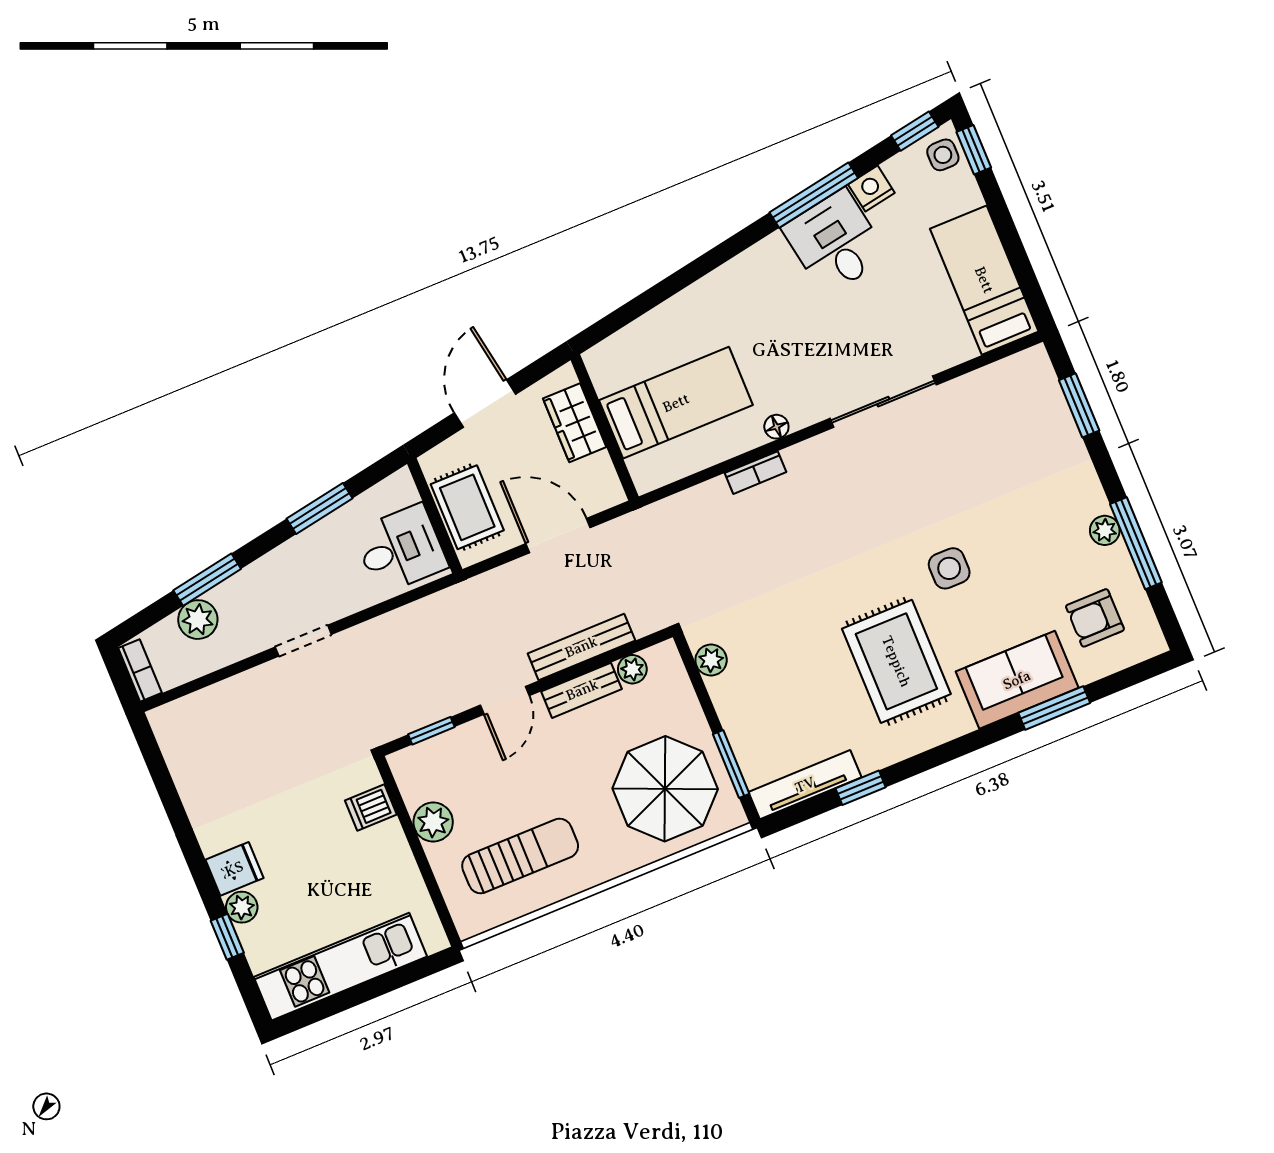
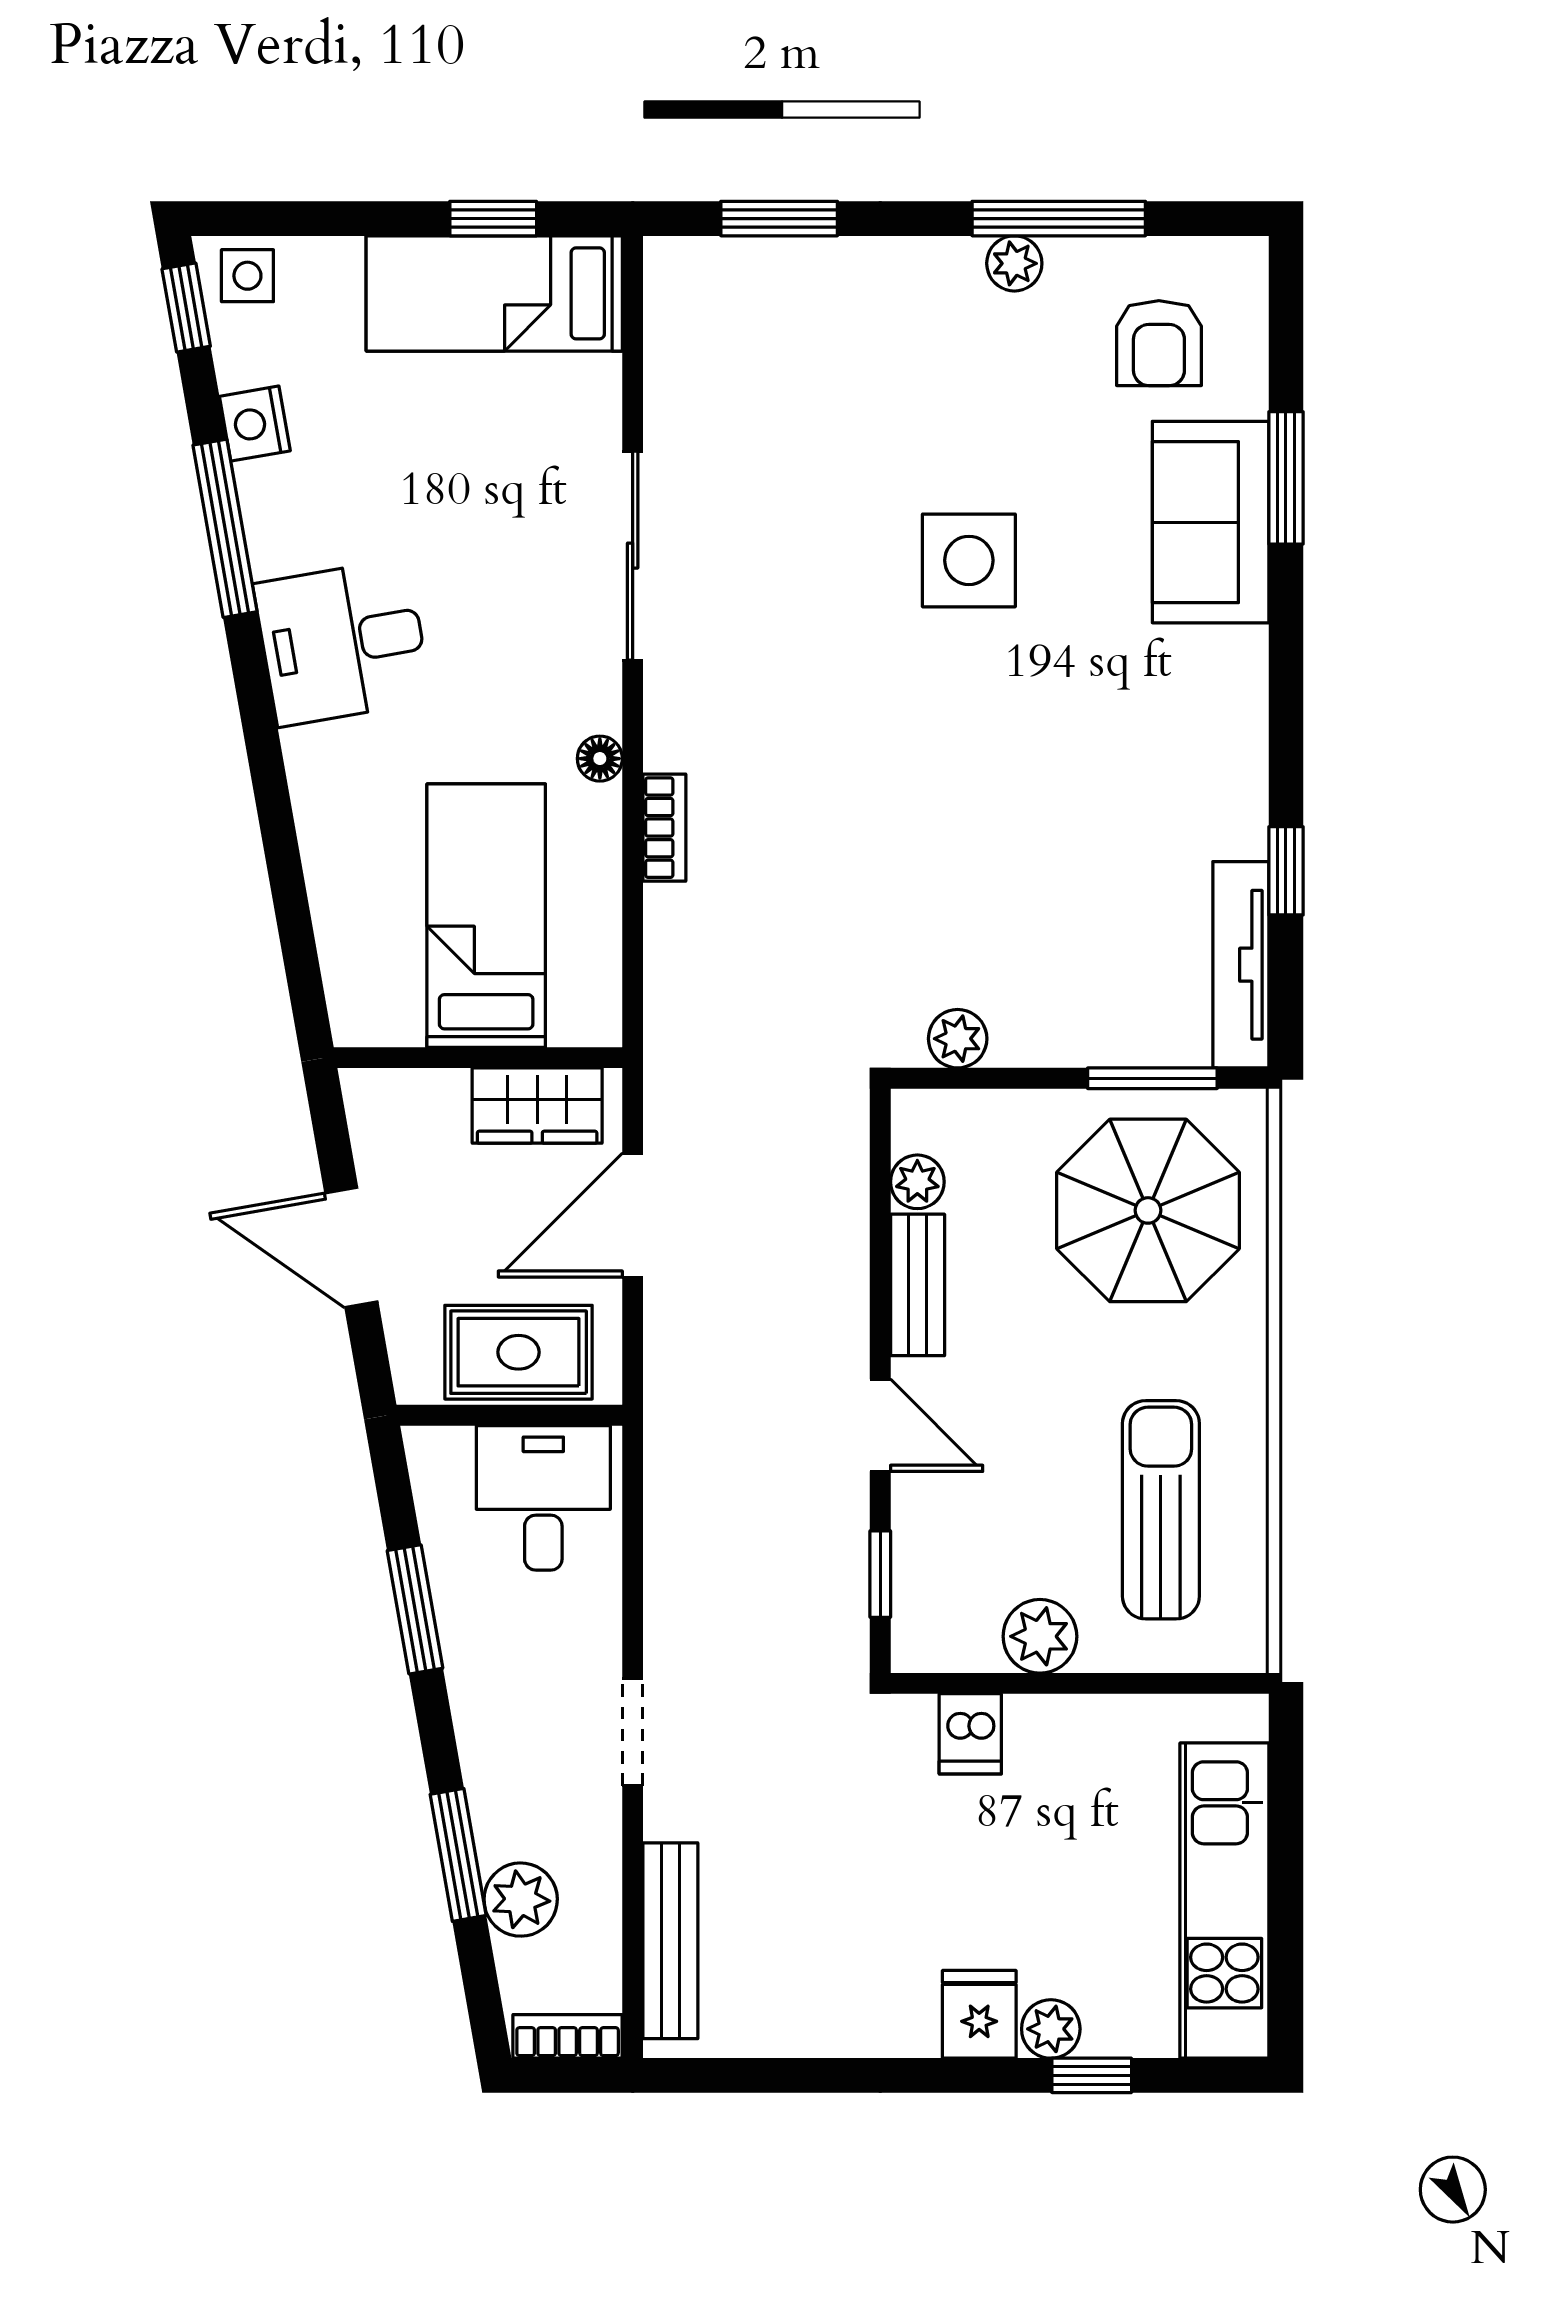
window: (974, 150) -> (493, 219), moved
desk: (835, 242) -> (343, 642), moved
wardrobe: (575, 423) -> (537, 1106), moved
side table: (949, 568) -> (969, 560), width x1.37, depth x1.37
bench: (581, 647) -> (670, 1941), moved
rug: (896, 661) -> (1093, 718), removed

